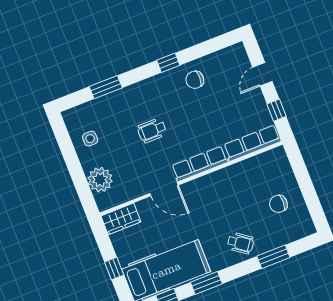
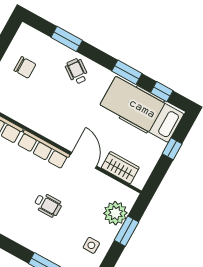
window: (78, 177) -> (126, 231), added
wardrobe: (121, 219) -> (120, 168), moved

